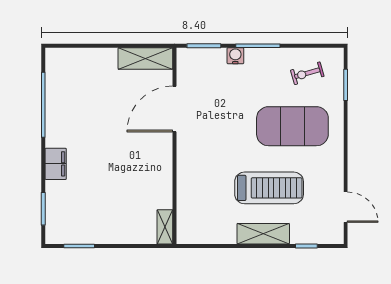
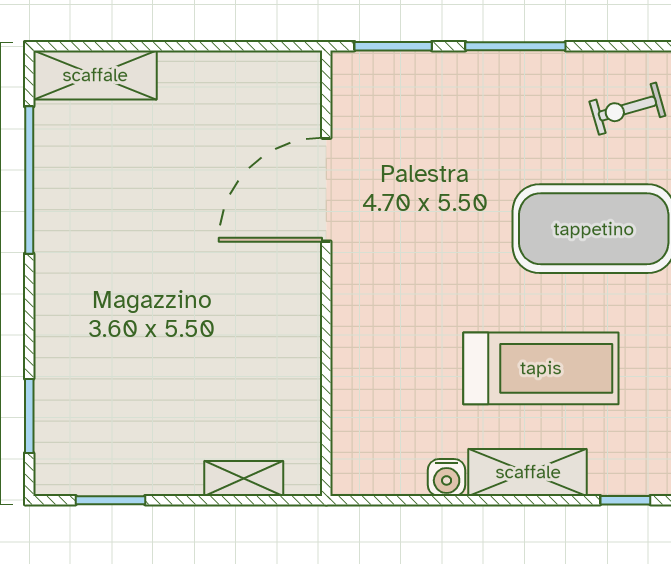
water cooler: (235, 56) -> (447, 478), moved, turned 180
shelving: (145, 58) -> (95, 75), moved
filing cabinet: (56, 164) -> (57, 314), removed
shelving: (165, 227) -> (244, 478), moved, turned 90

